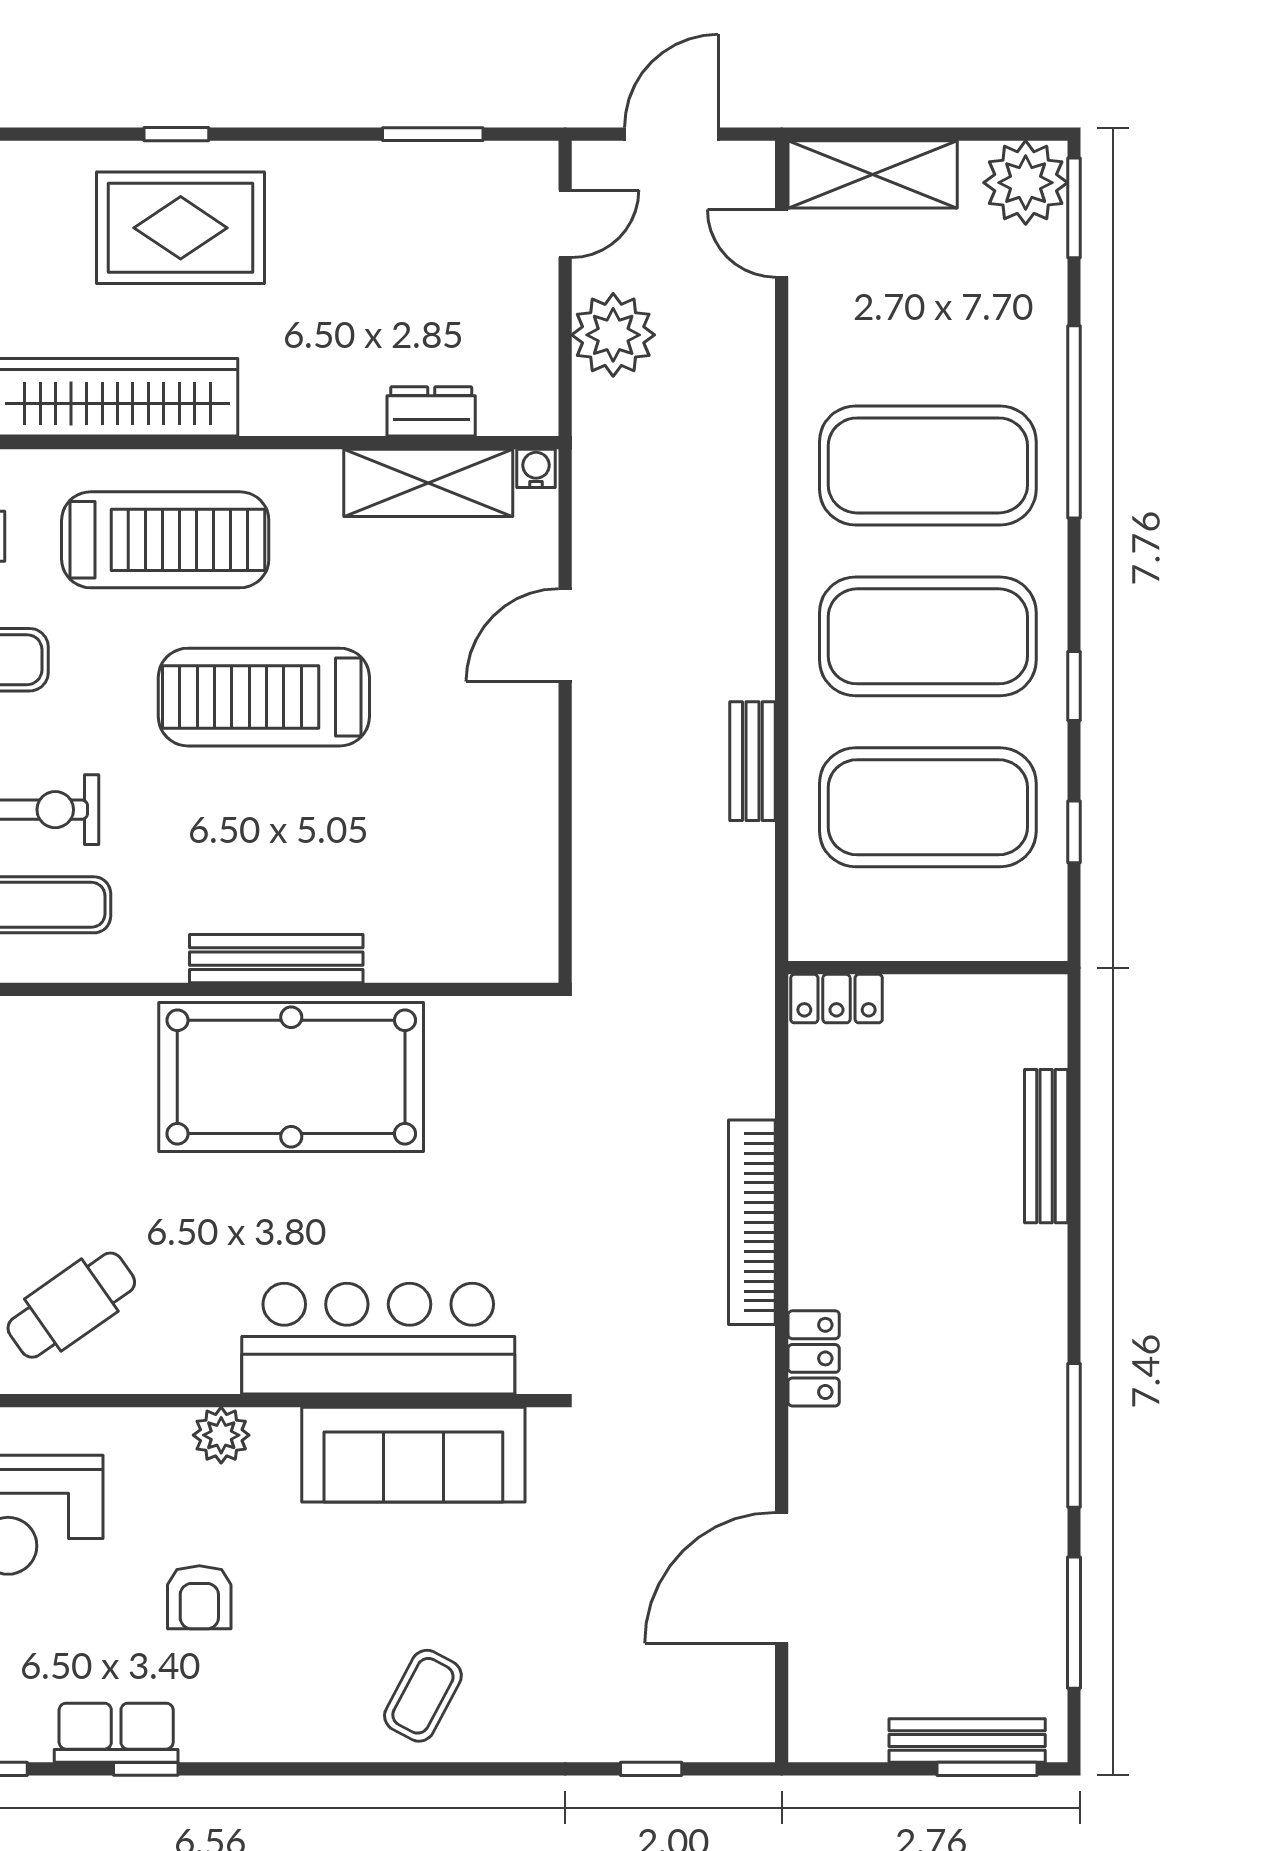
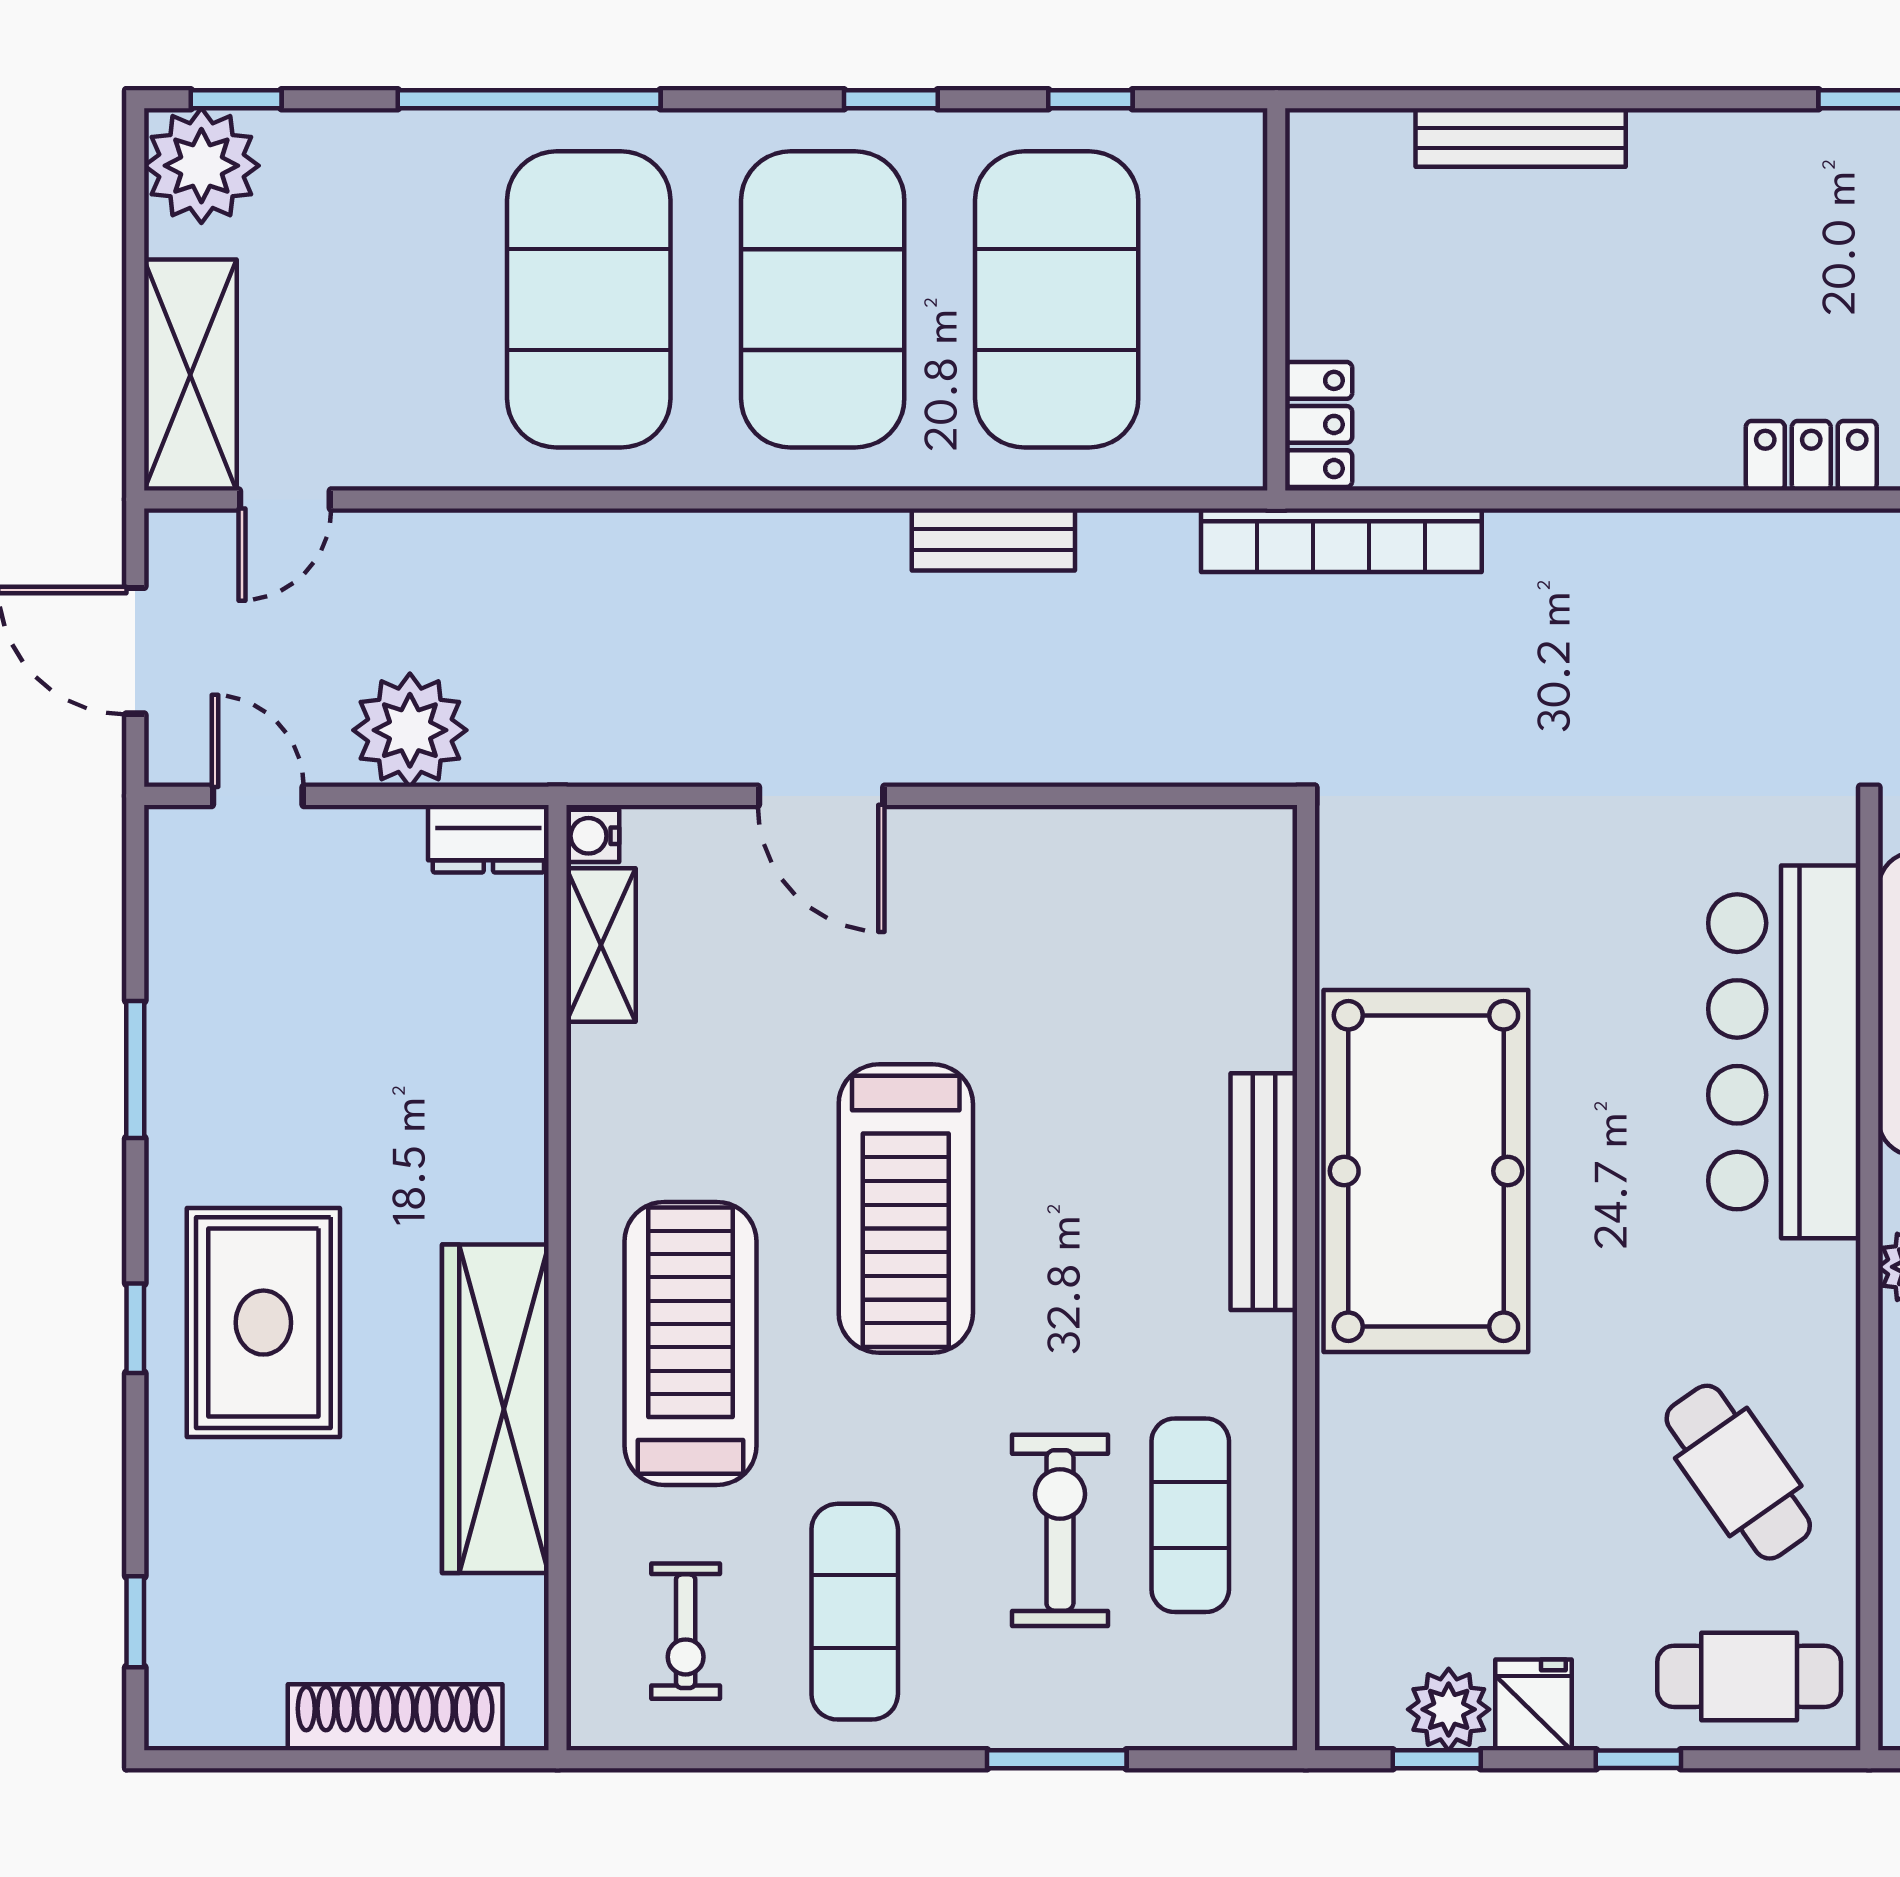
window: (433, 134) -> (135, 1069), moved
window: (1074, 208) -> (236, 99), width x0.67
dresser: (431, 411) -> (488, 839), moved, turned -90
shelving: (428, 483) -> (601, 945), width x0.67, depth x0.75
bookcase: (752, 1222) -> (1341, 540), moved

